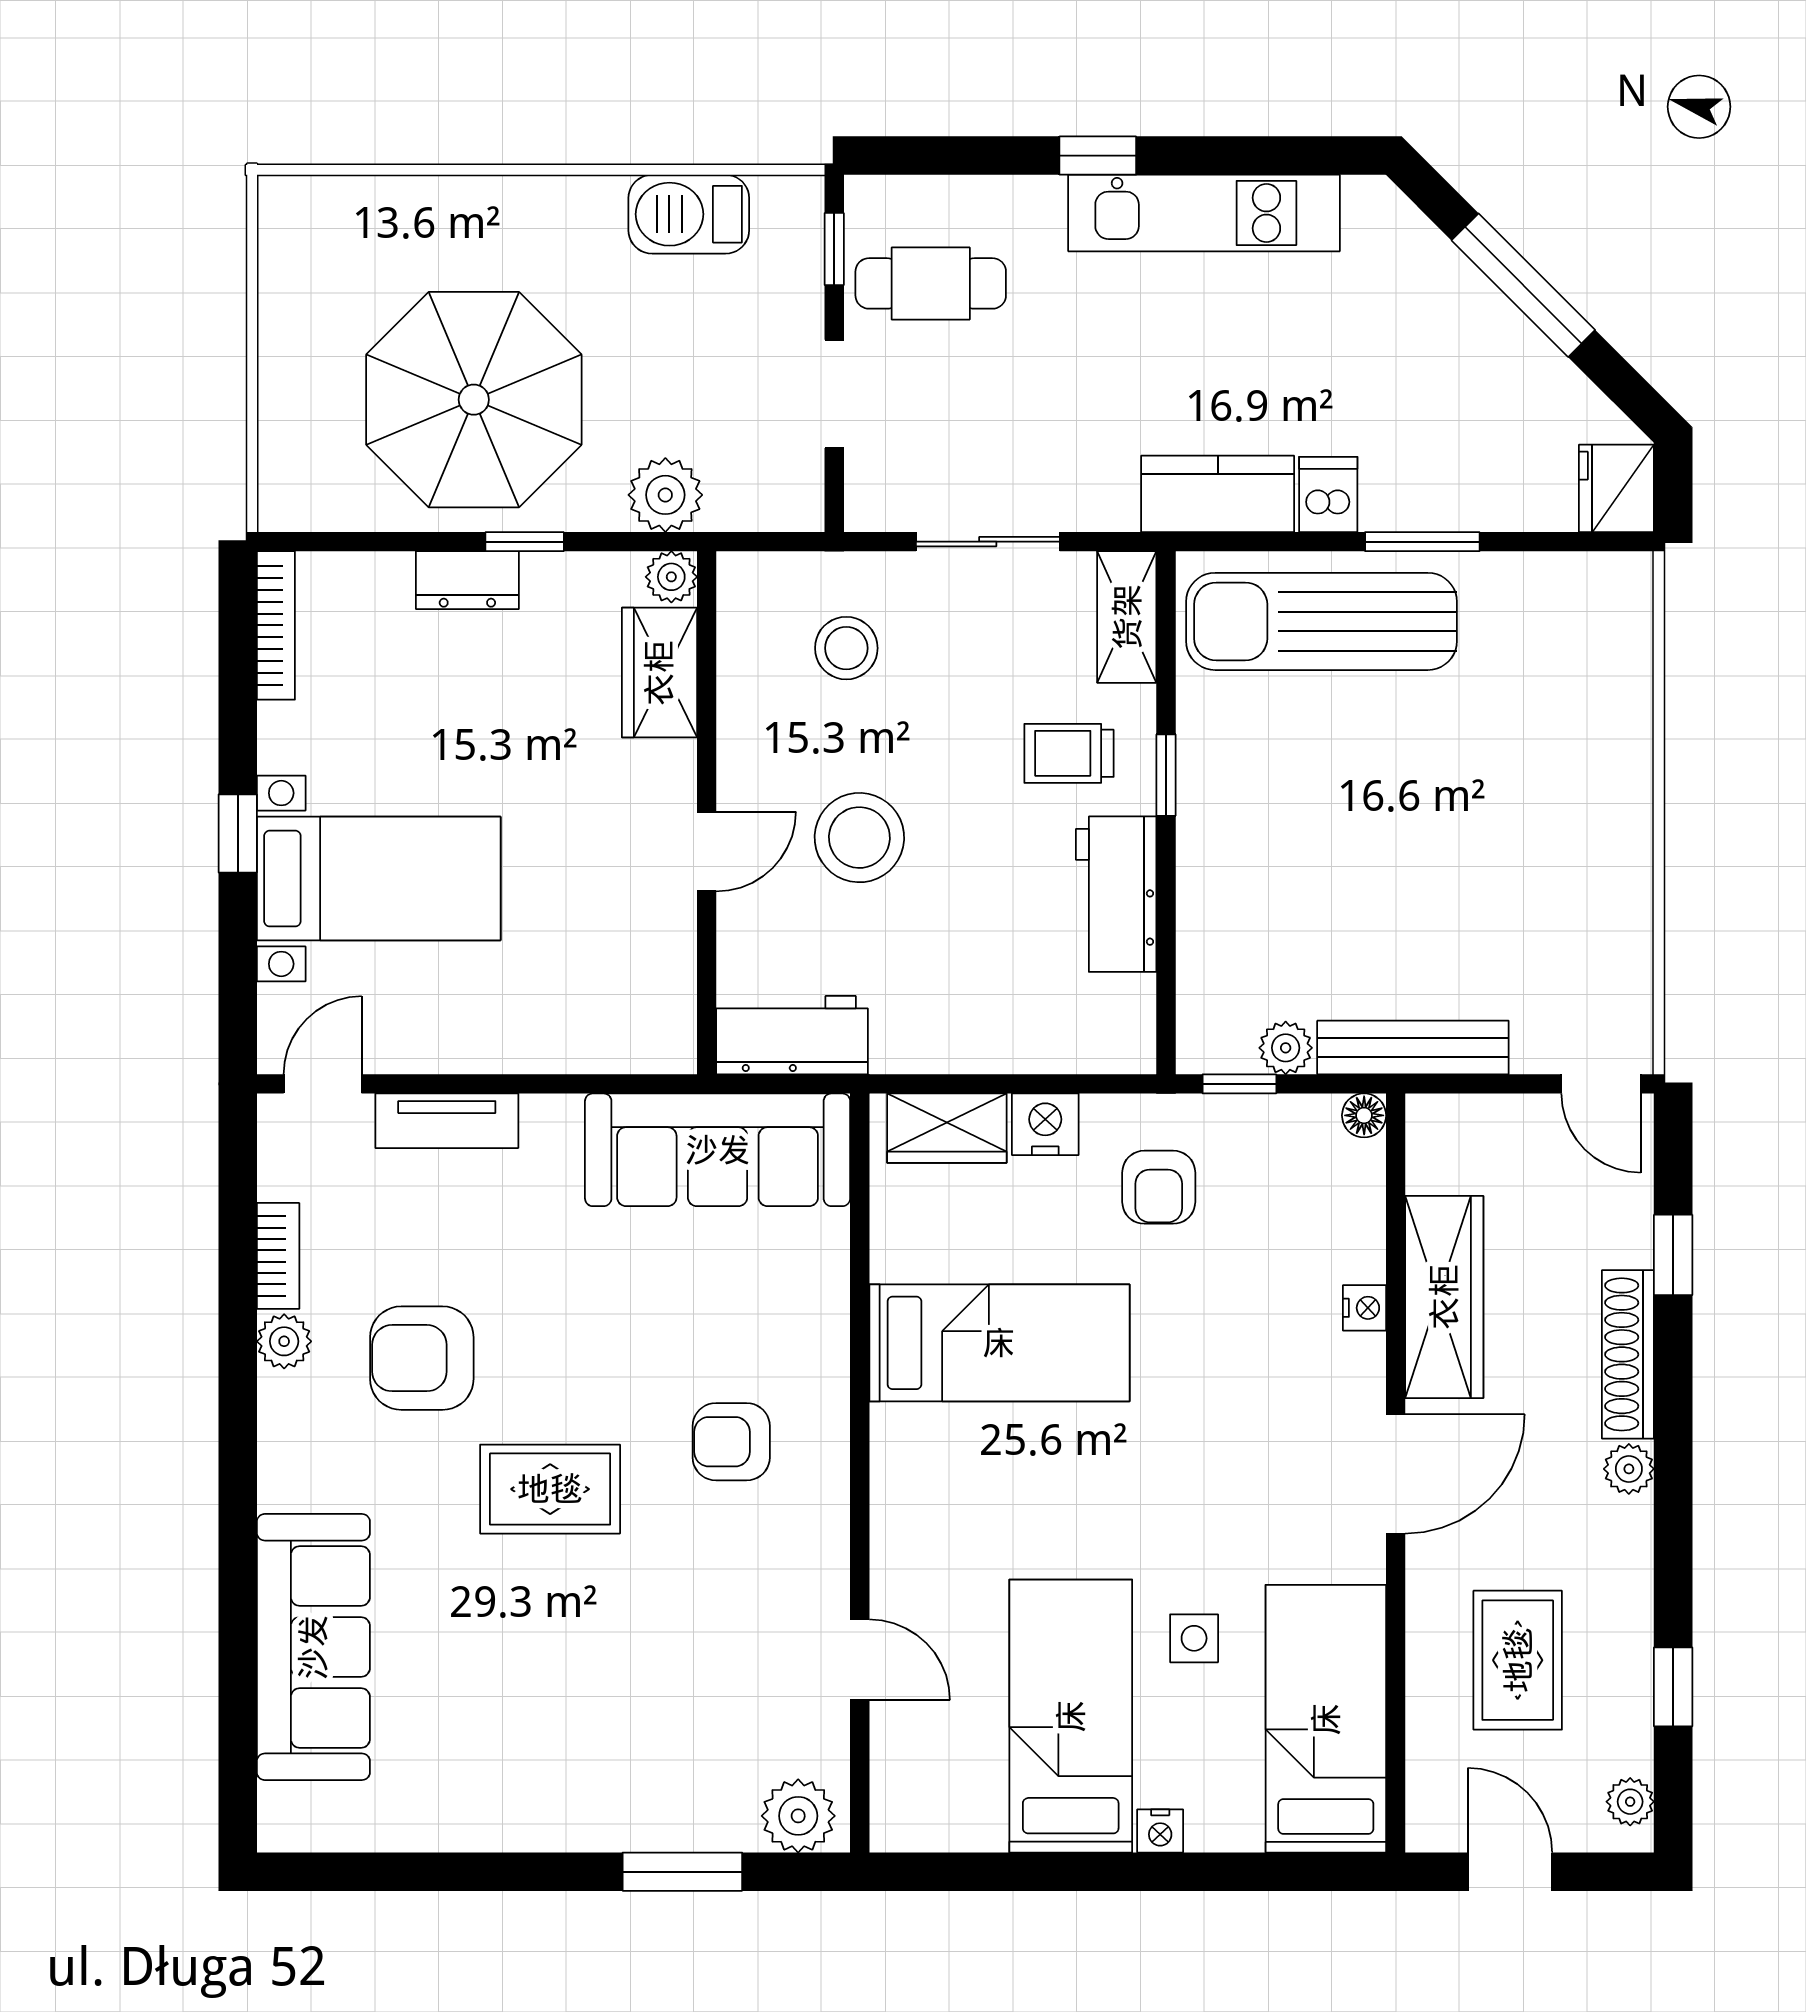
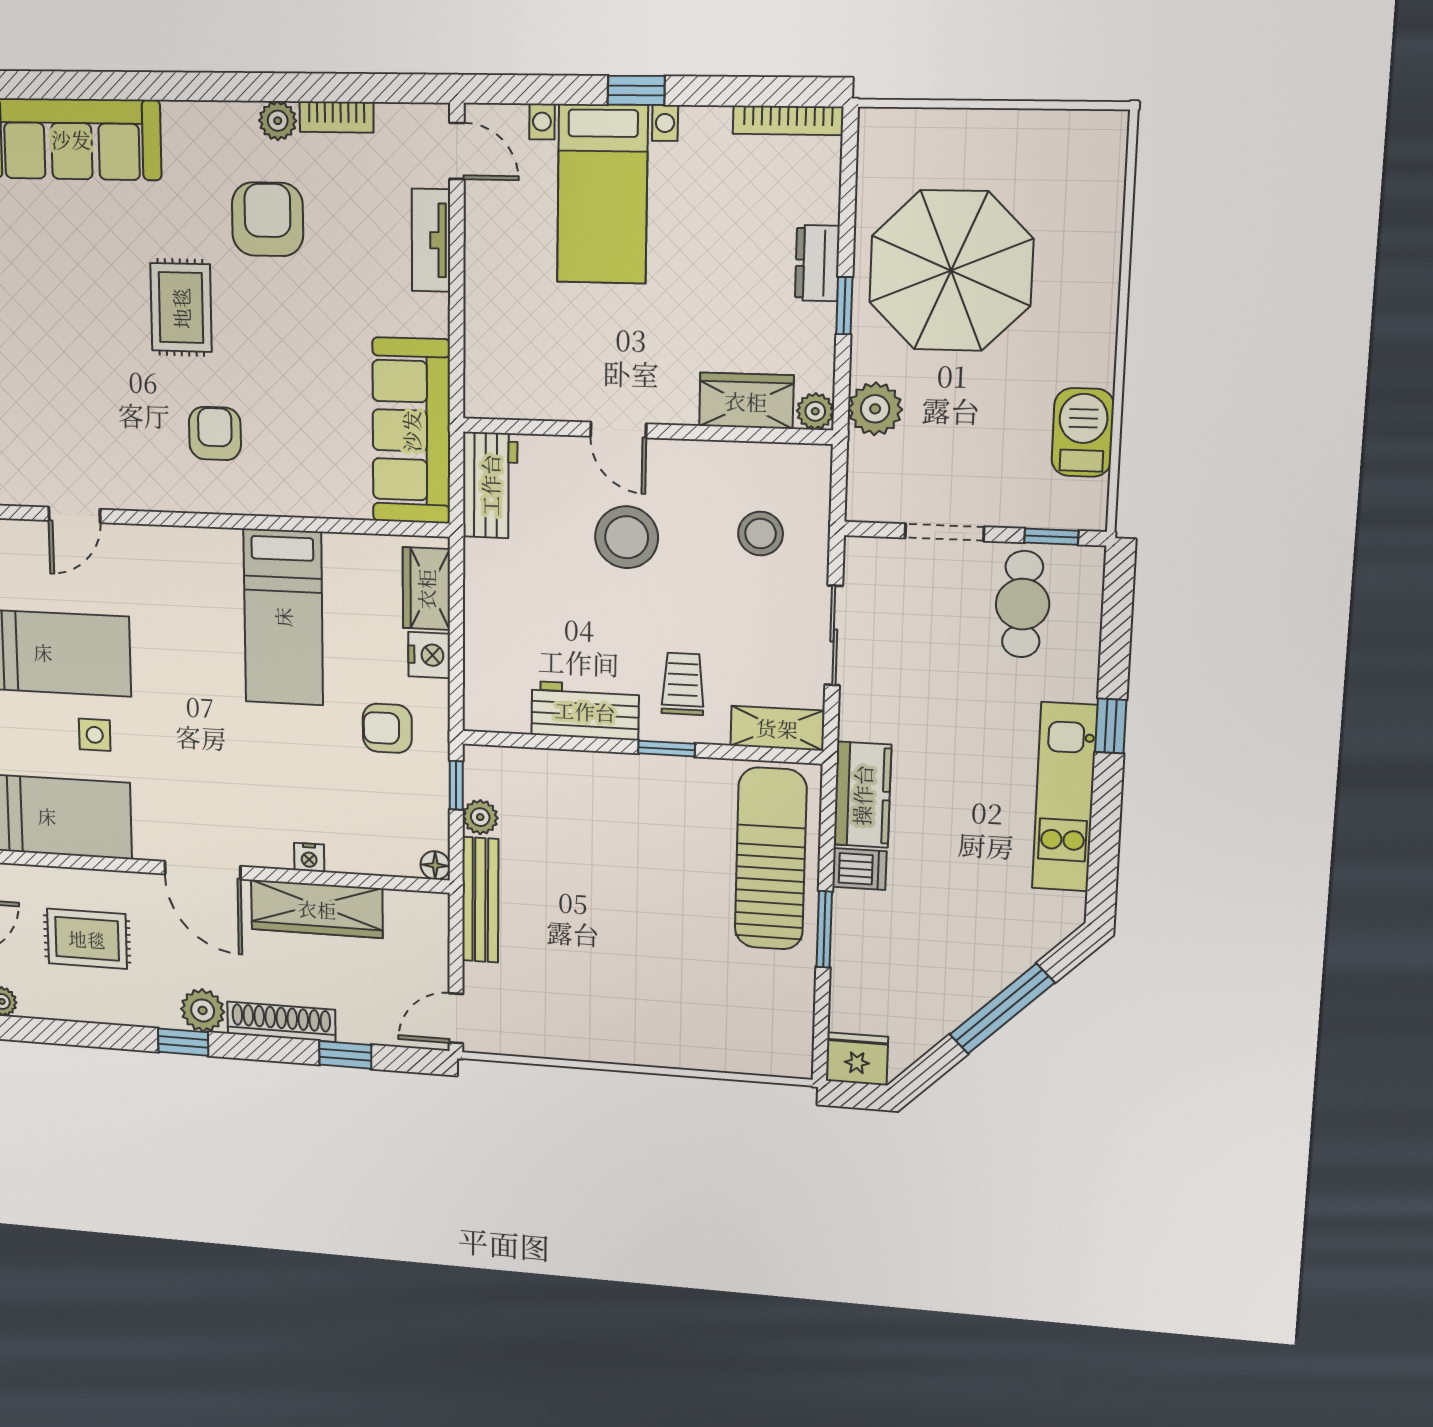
plant: (1629, 1469) -> (203, 1010), width x1.38, depth x1.38
window: (1673, 1687) -> (183, 1042), moved

